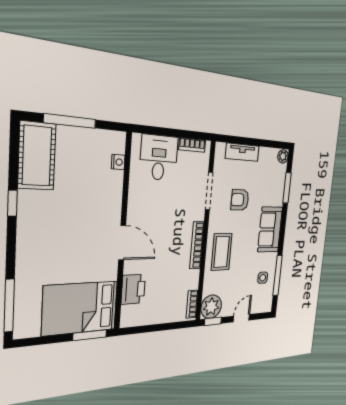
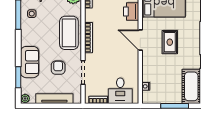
tv unit: (242, 152) -> (54, 99), width x1.41
armchair: (240, 200) -> (58, 68), turned -90
sofa: (270, 229) -> (30, 62), moved
rug: (73, 240) -> (170, 42), added
coffee table: (222, 252) -> (69, 33), width x1.36, depth x1.32

